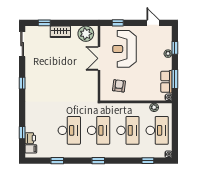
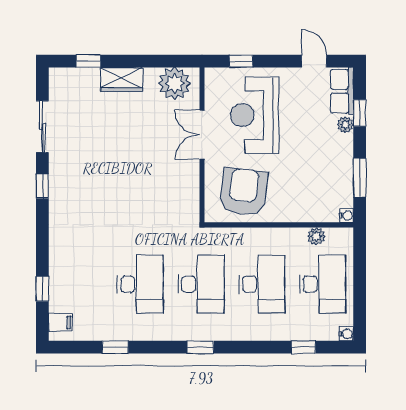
sliding door: (22, 44) -> (42, 127), moved
row of seats: (166, 82) -> (342, 91), moved
armchair: (119, 86) -> (243, 192), width x1.88, depth x1.88
printer: (30, 138) -> (59, 300), removed

